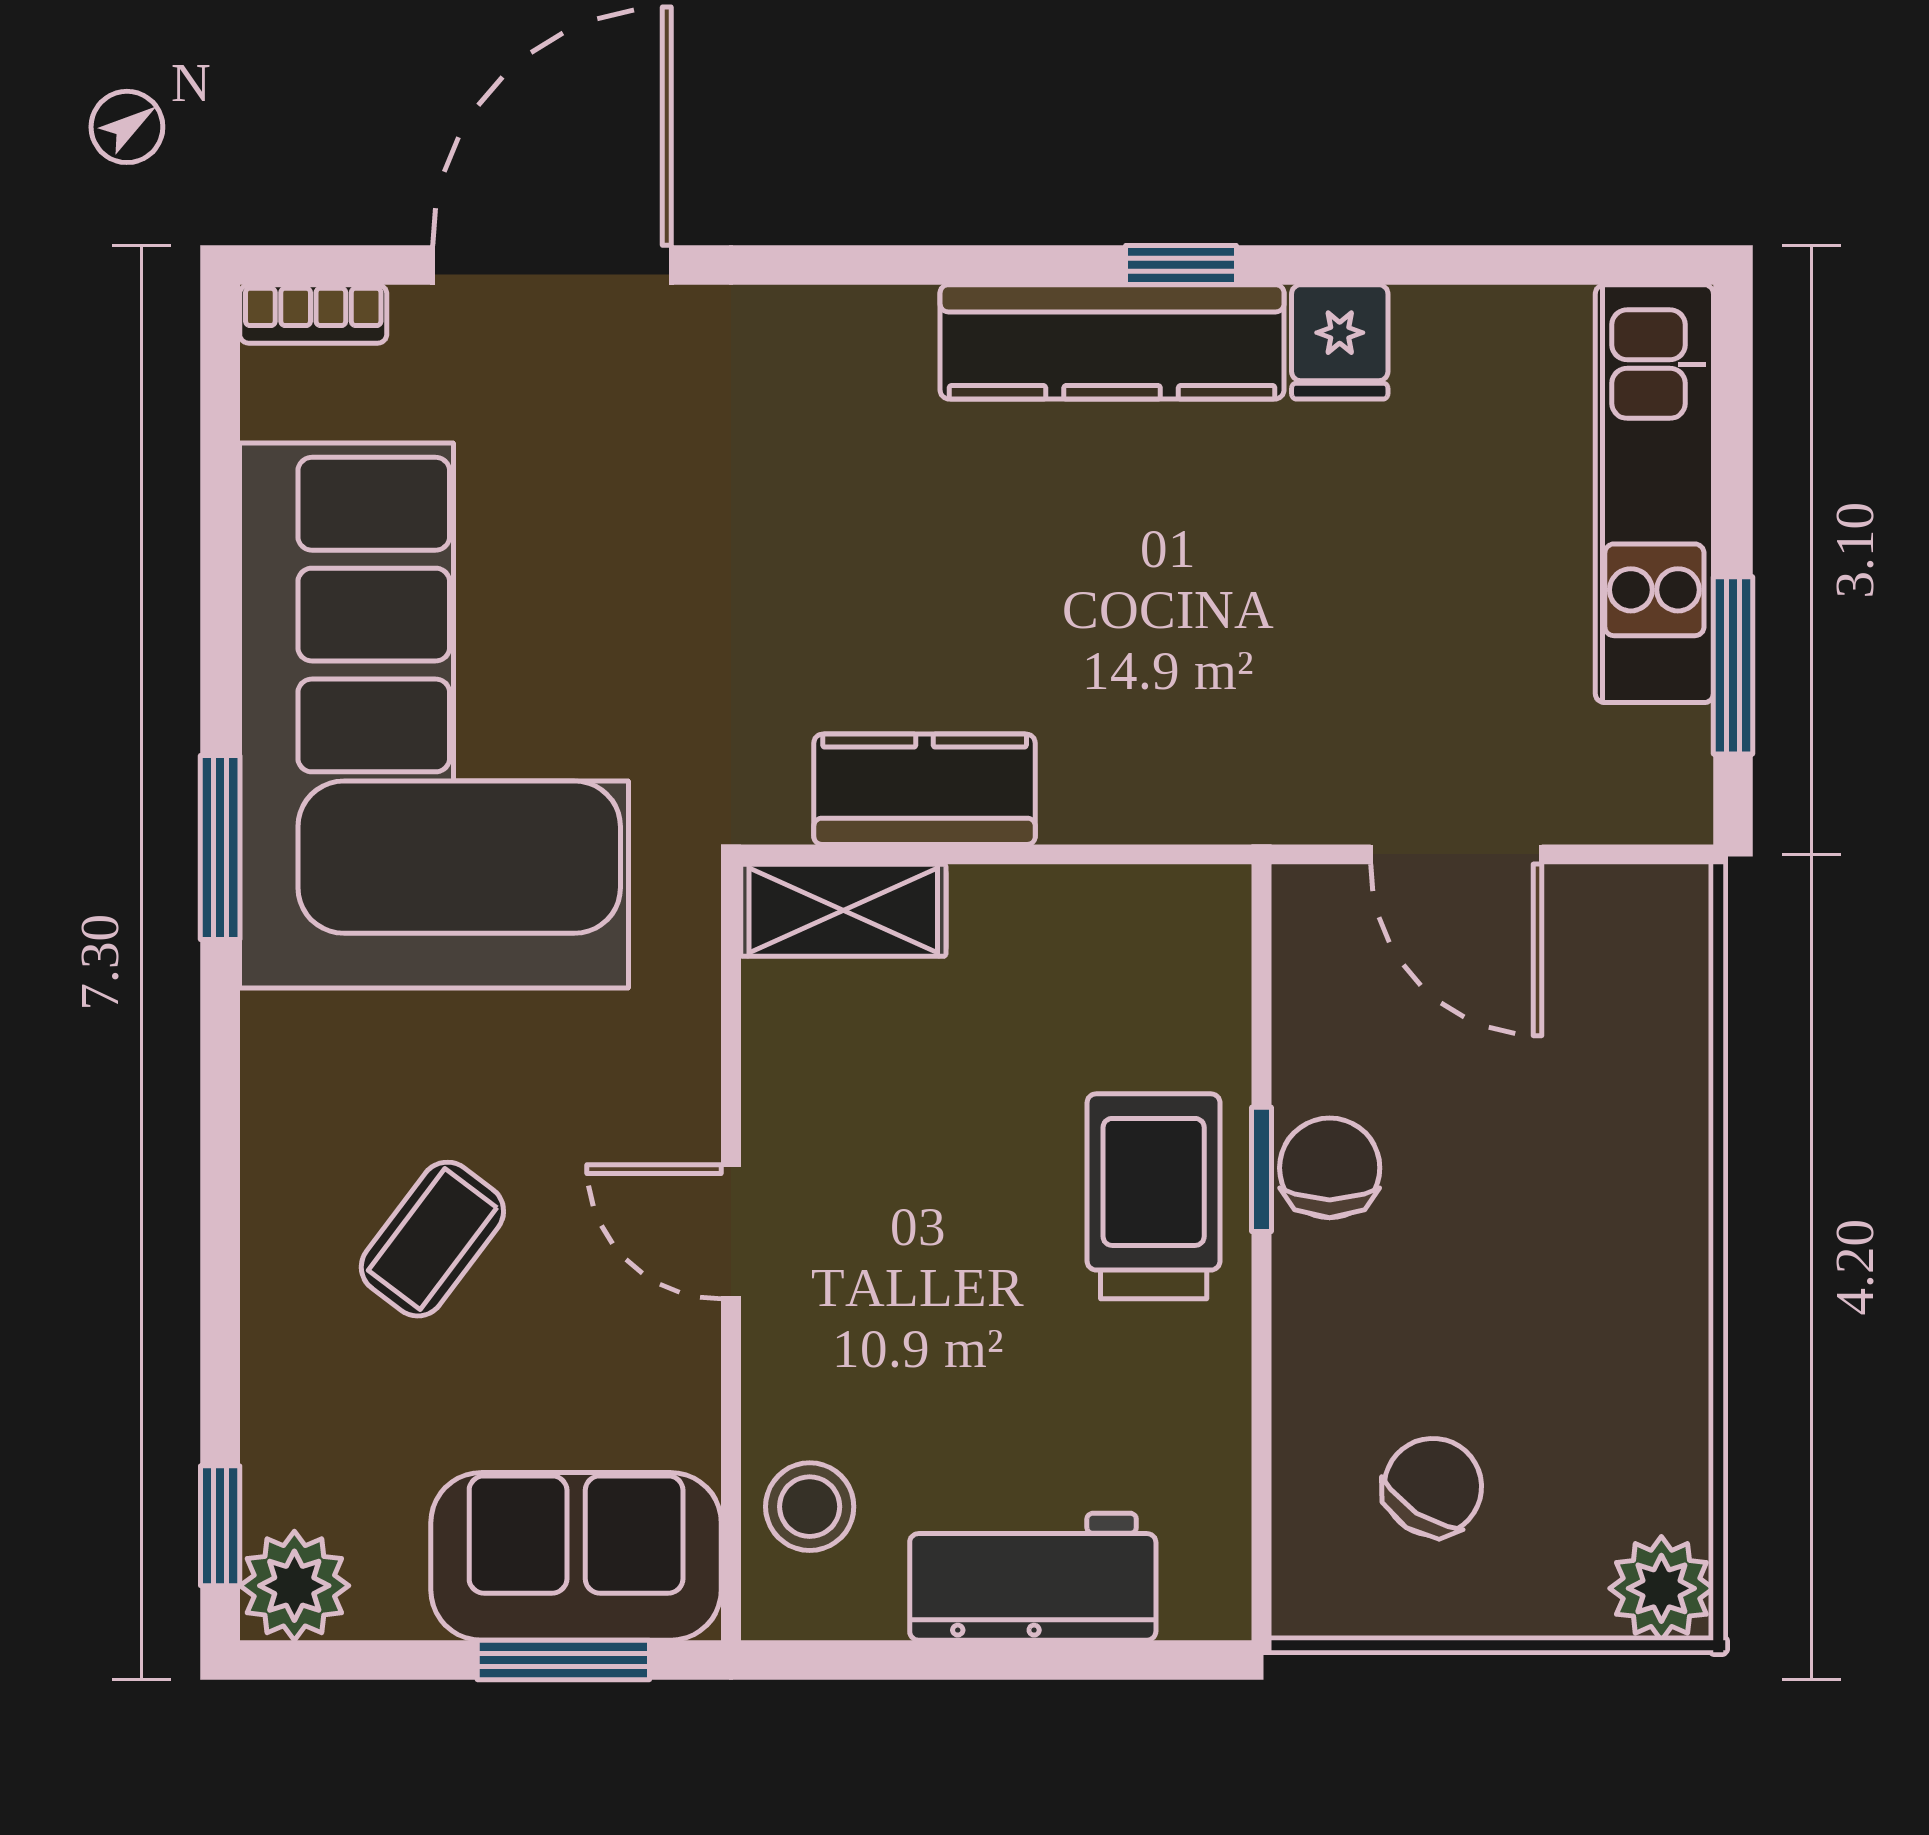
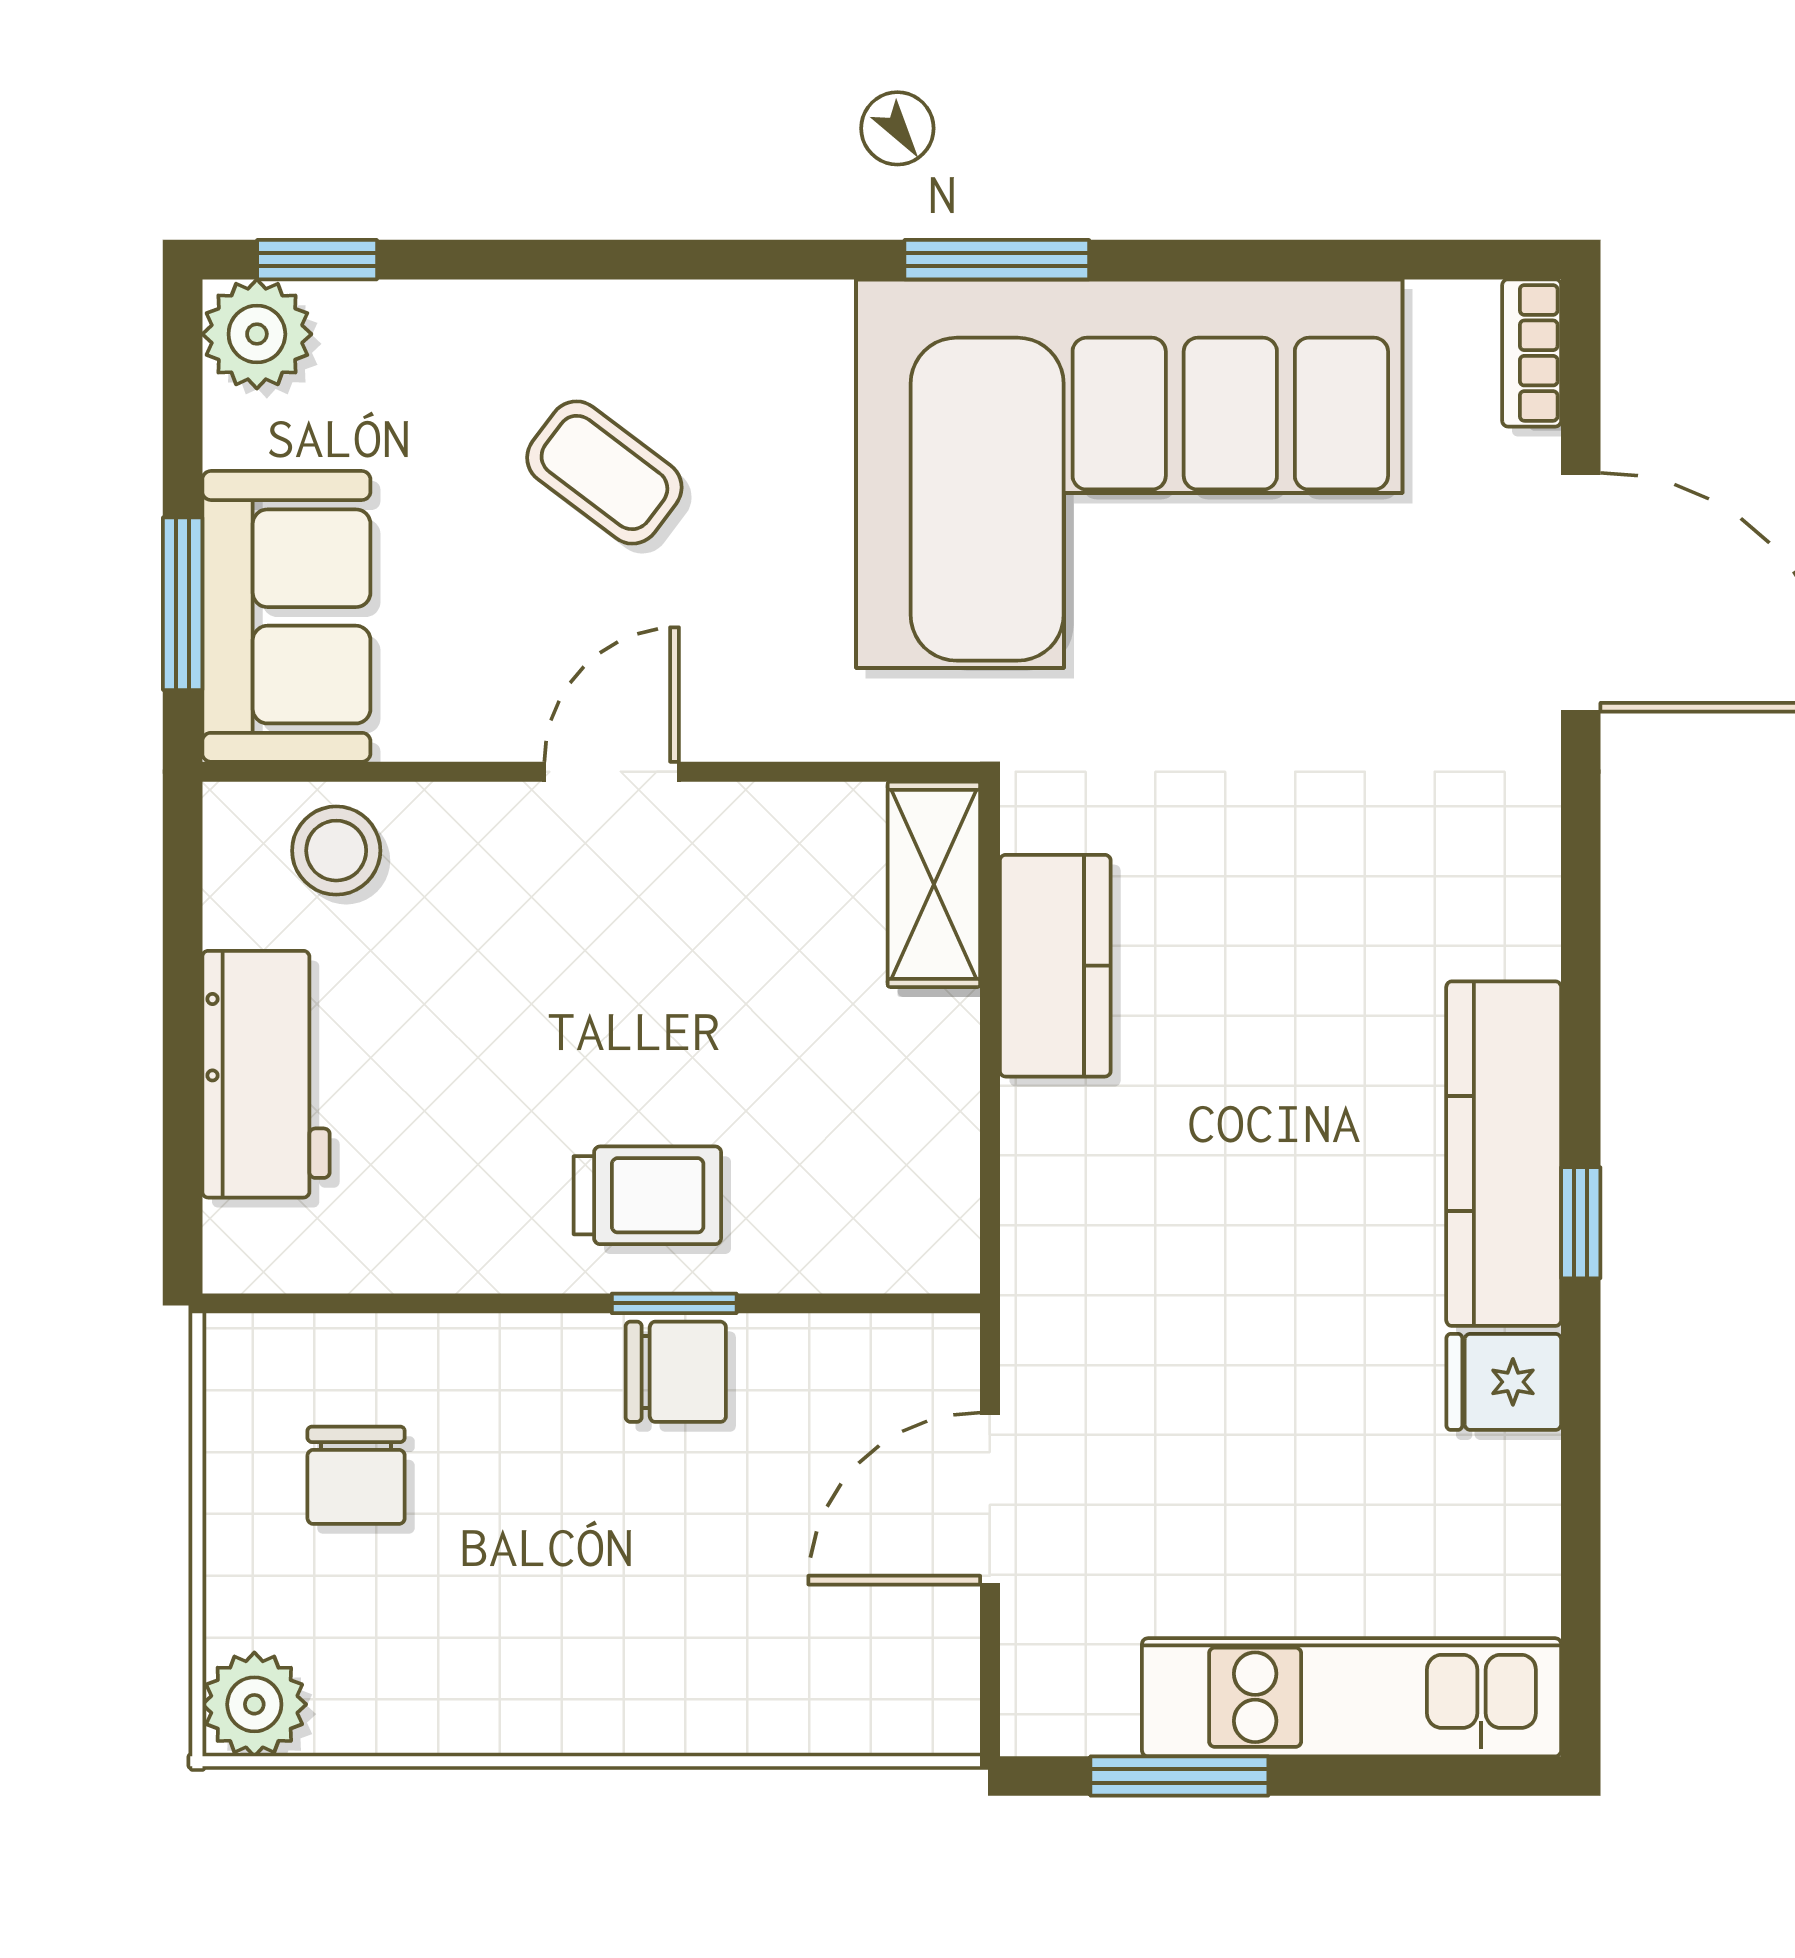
trolley: (1154, 1196) -> (647, 1195), width x0.73, depth x0.72
chair: (1433, 1487) -> (356, 1475), turned 57

